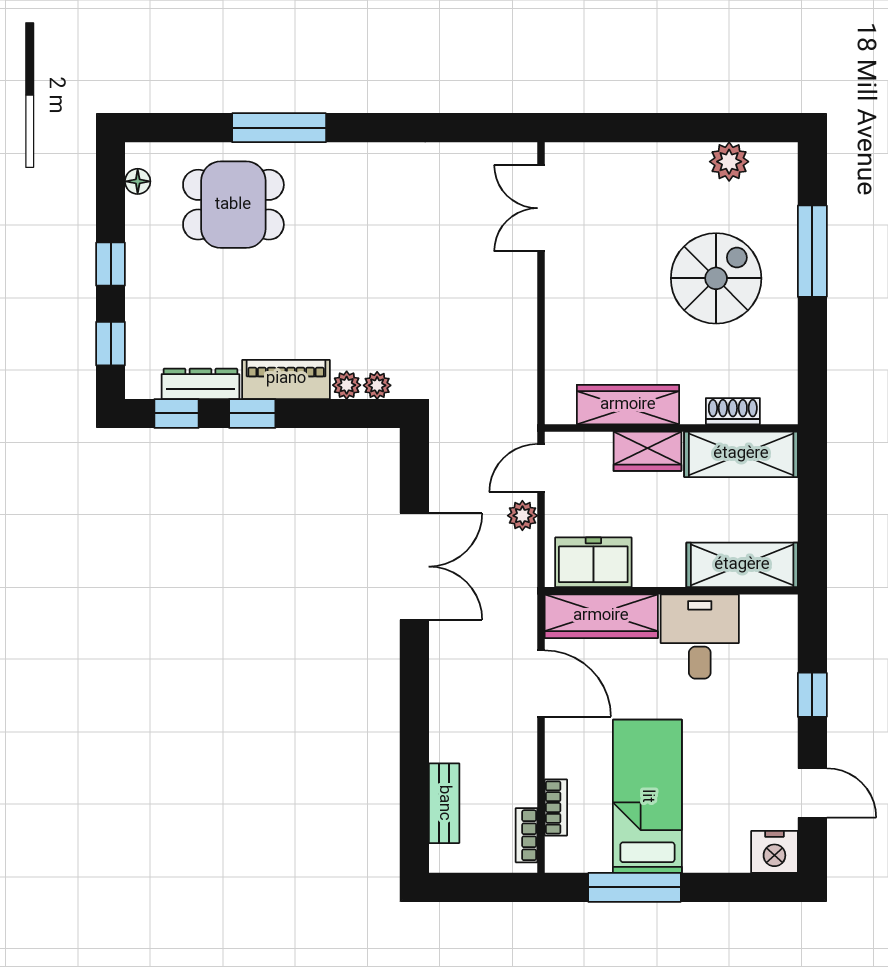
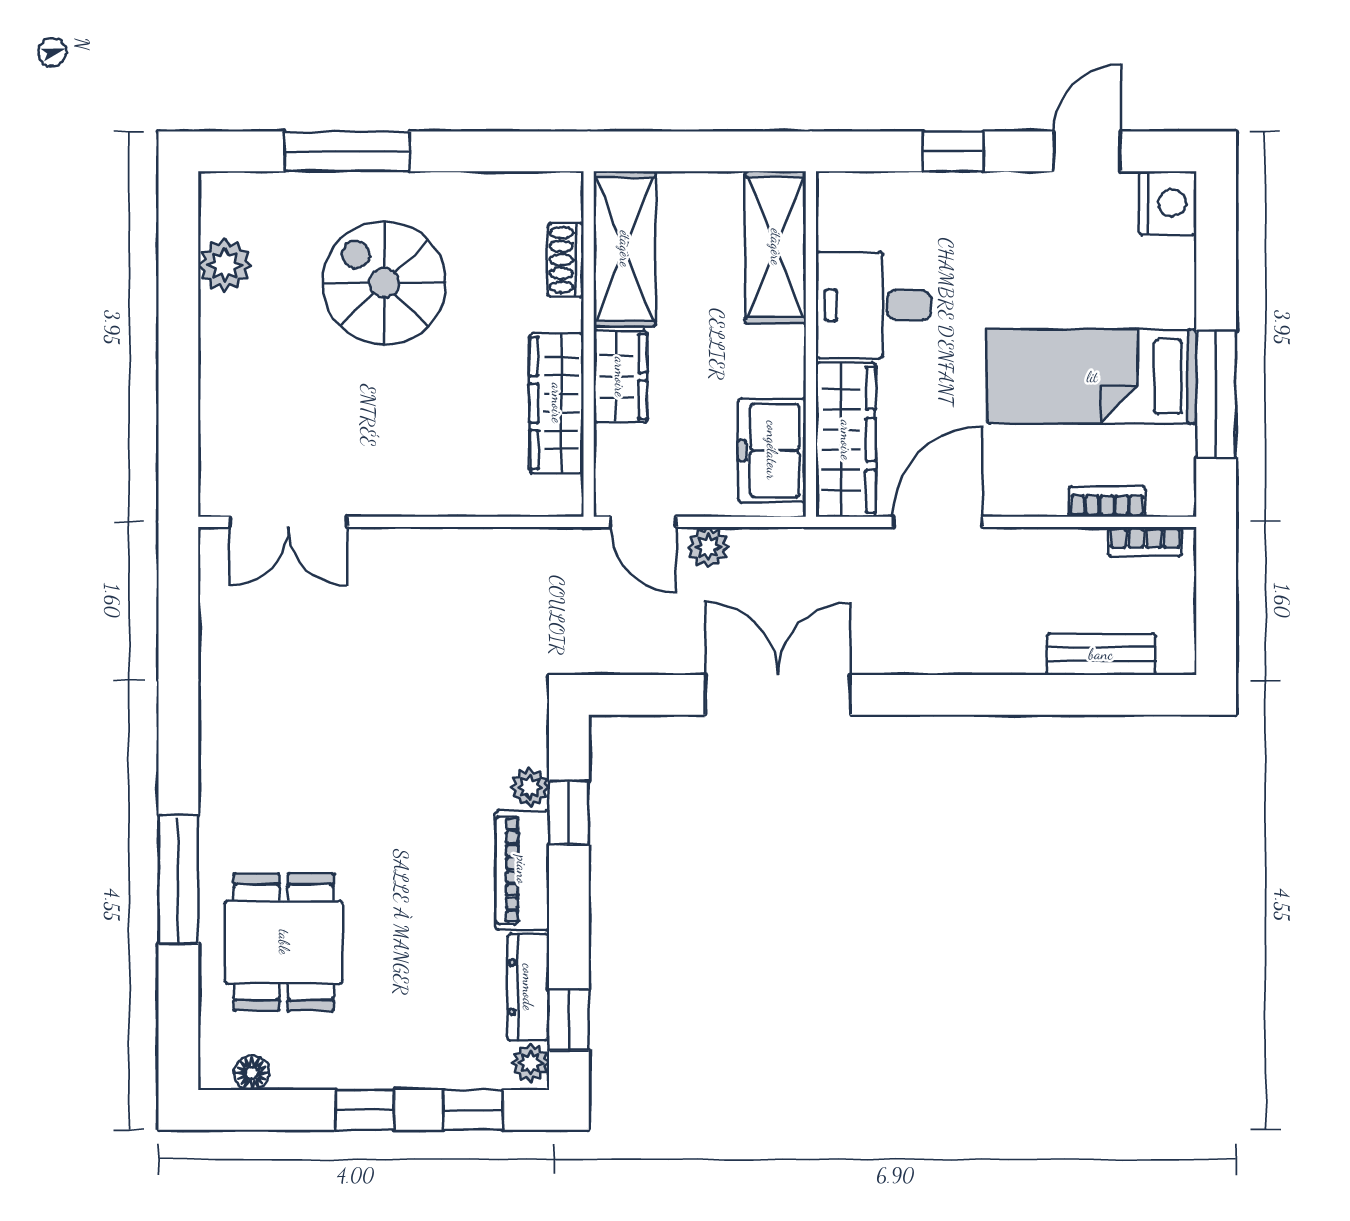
plant: (377, 385) -> (530, 1063), moved
window: (252, 413) -> (569, 813), moved

